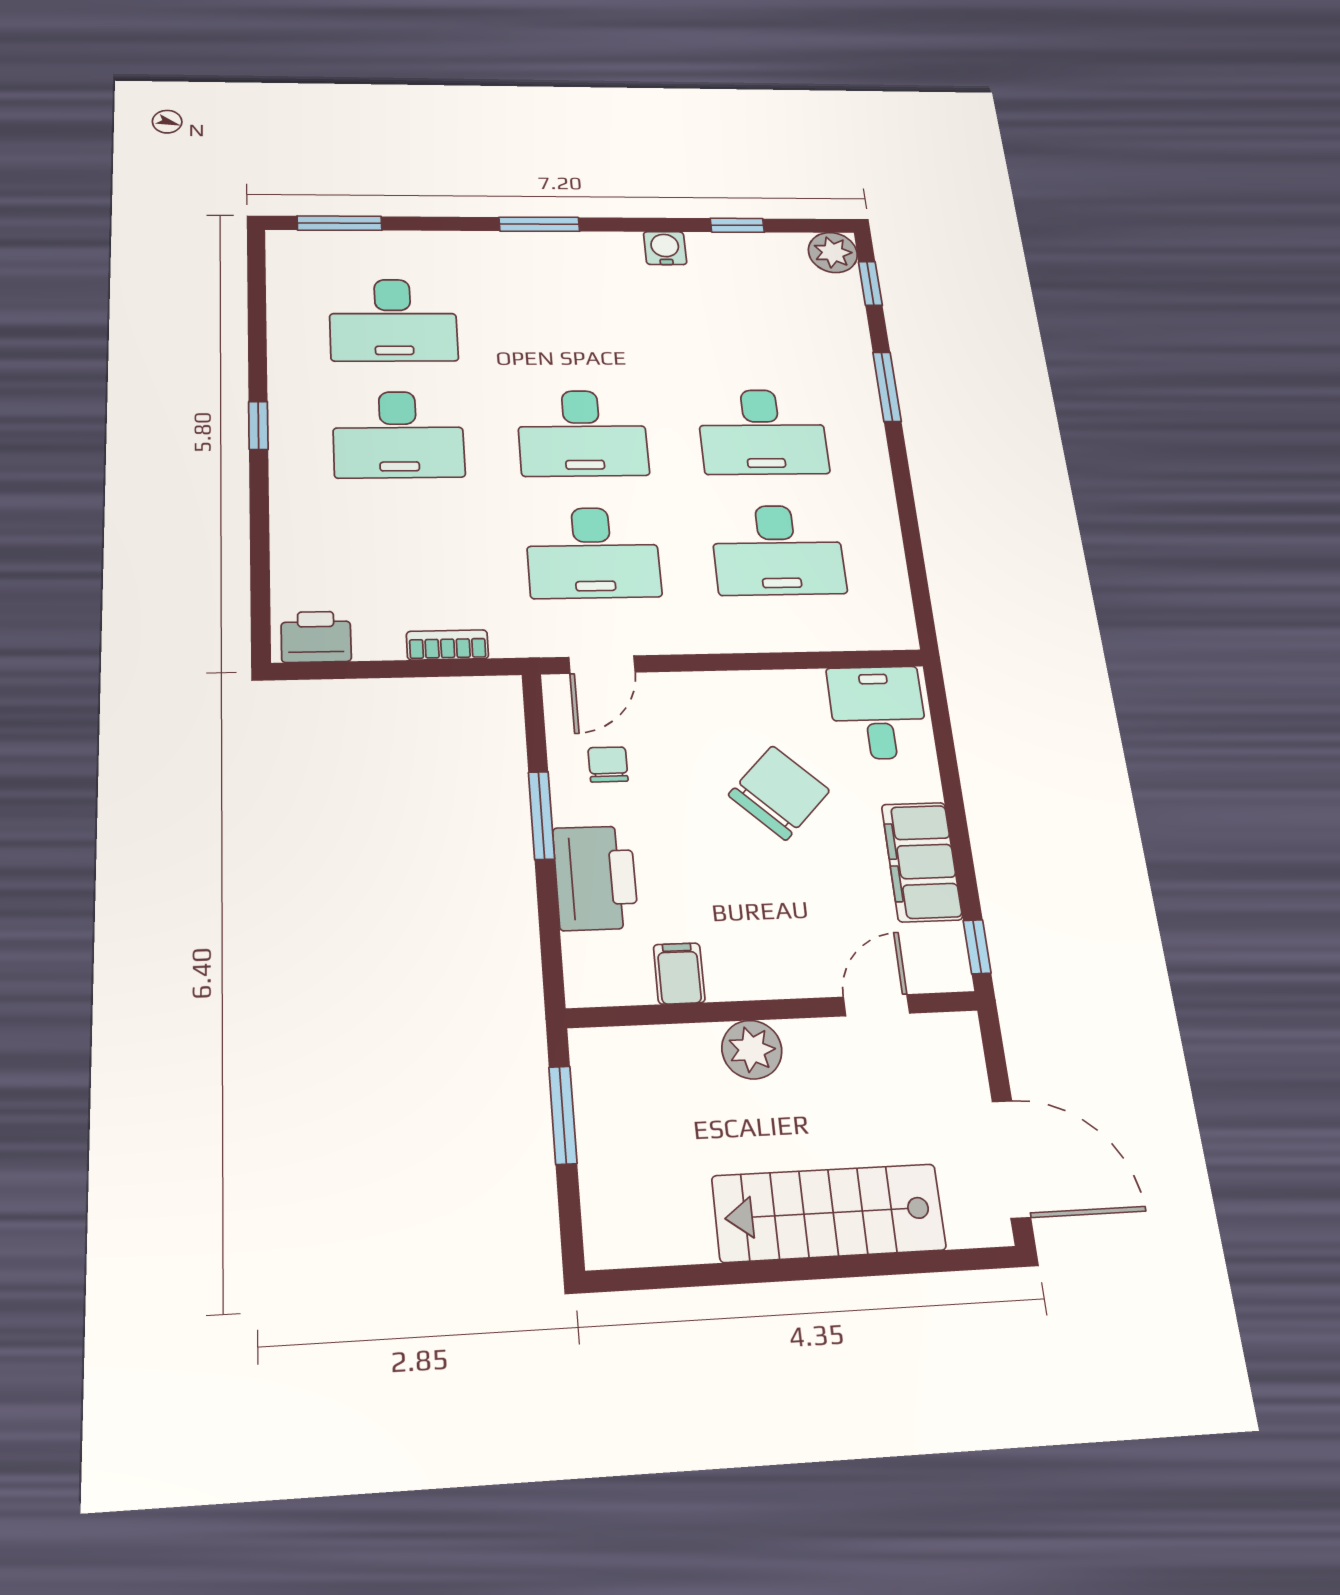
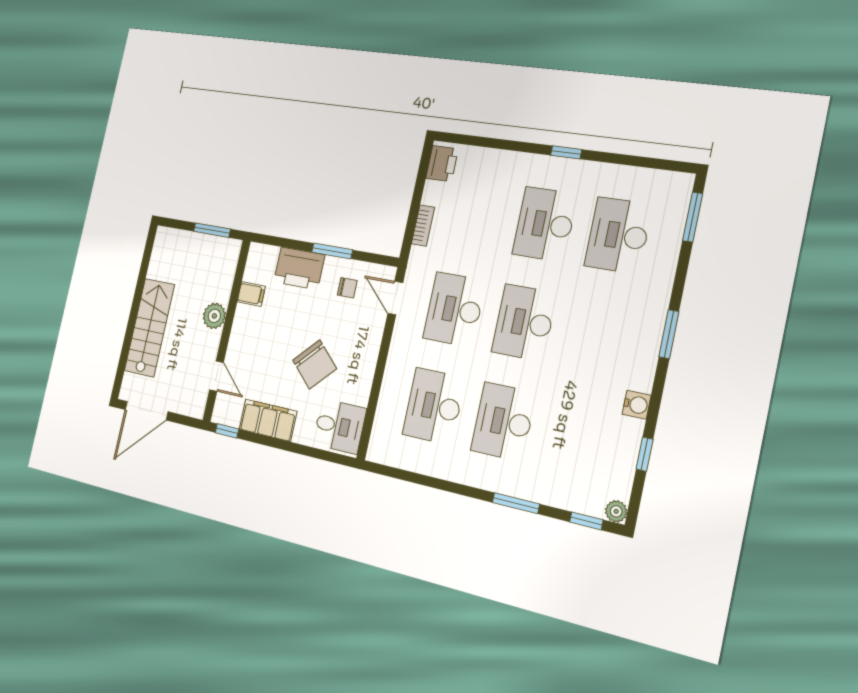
plant: (833, 253) -> (616, 511), width x0.73, depth x0.73

